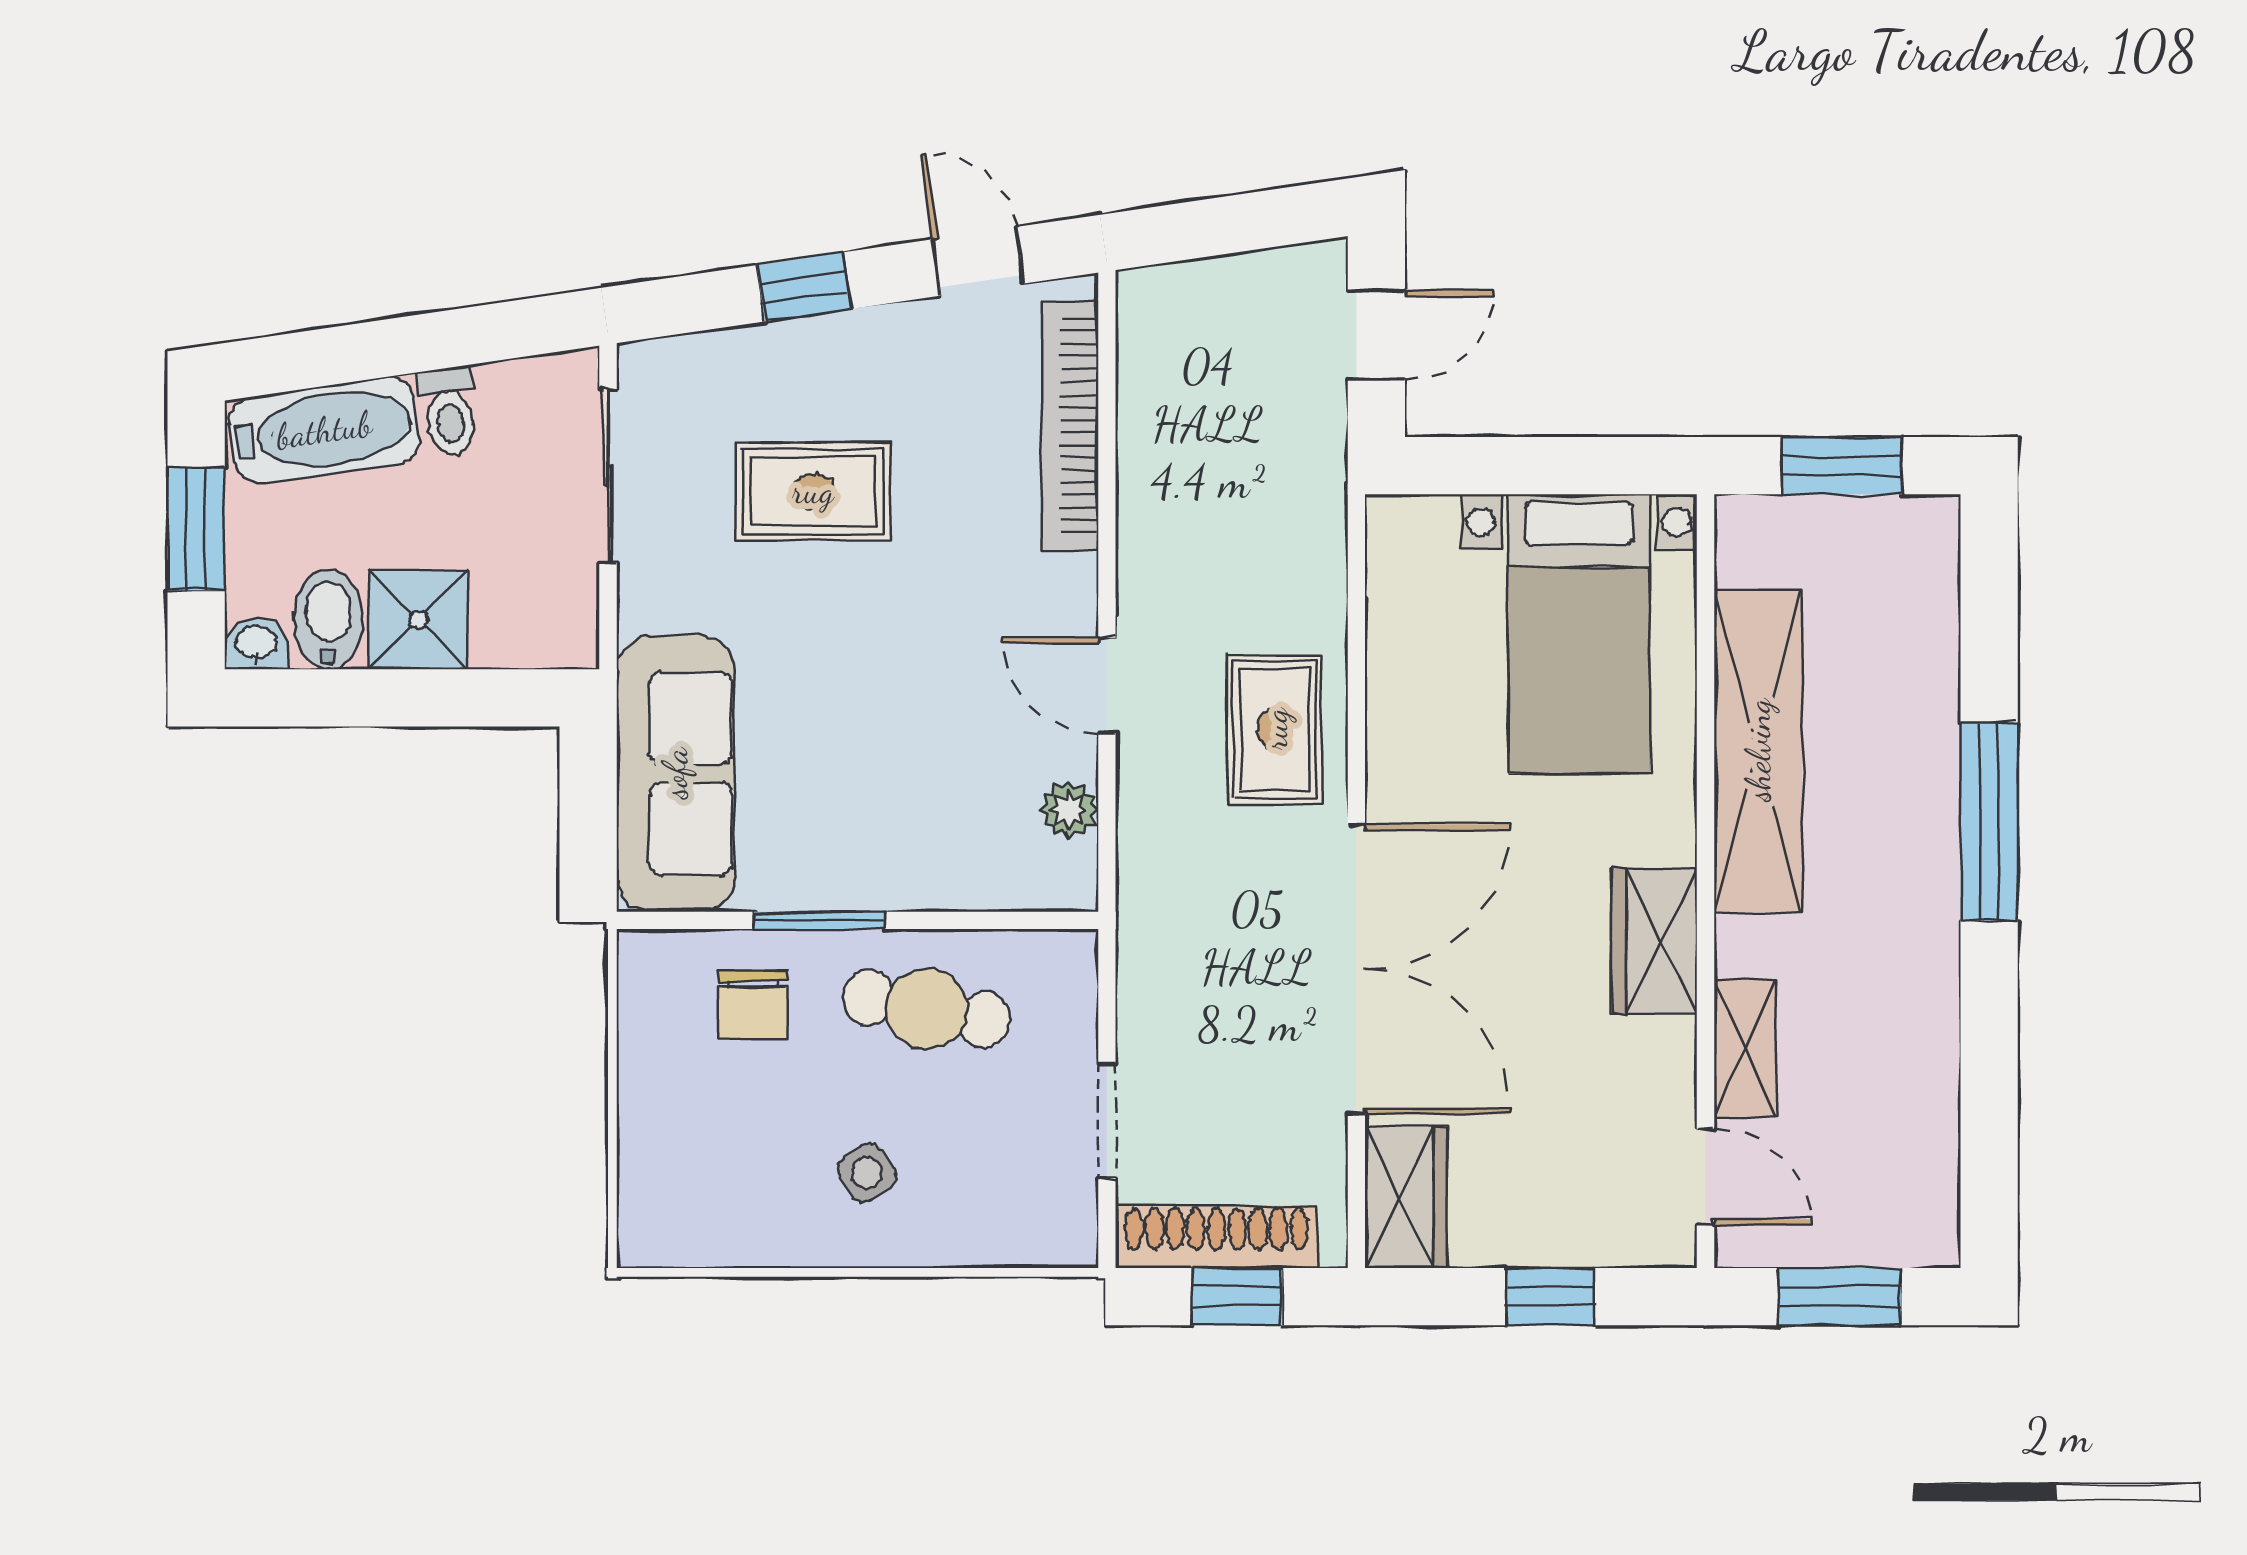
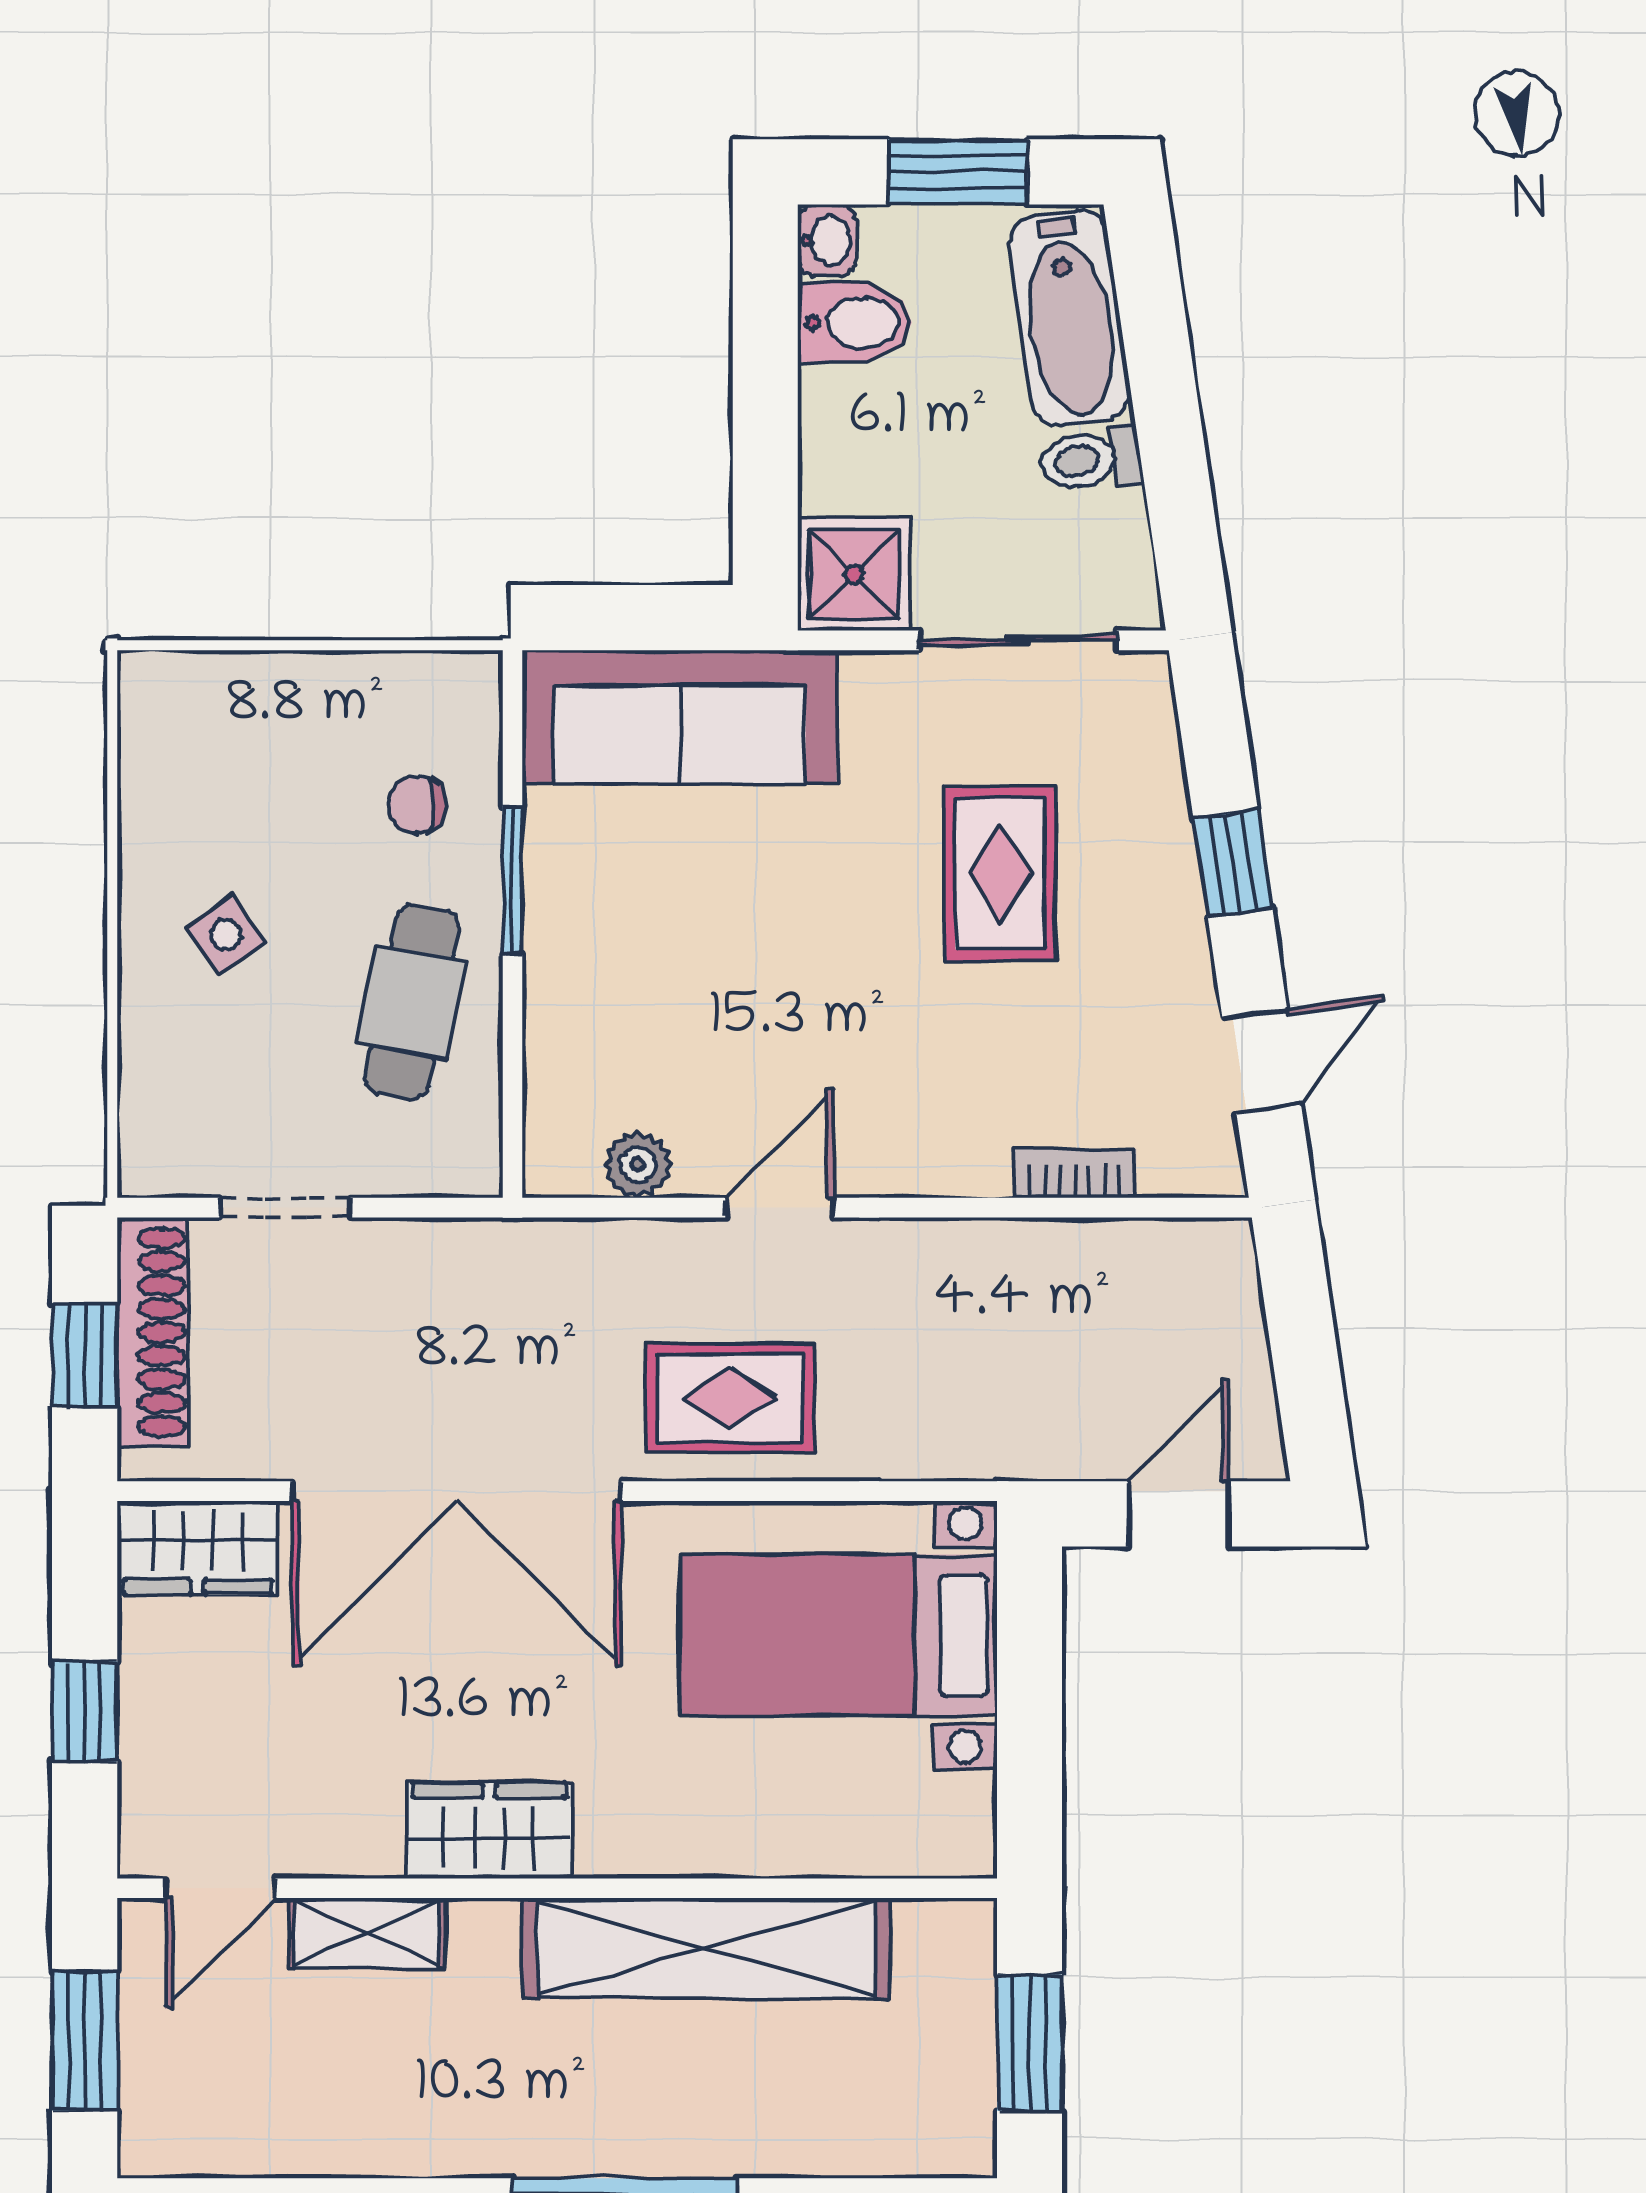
door: (1376, 335) -> (1178, 1514), swing flipped
bookcase: (1070, 426) -> (1075, 1173), width x0.43, depth x0.76
shower: (418, 620) -> (854, 574), moved
bed with nightstands: (1579, 634) -> (838, 1635), moved
chair: (753, 1005) -> (417, 805), width x0.73, depth x0.73

